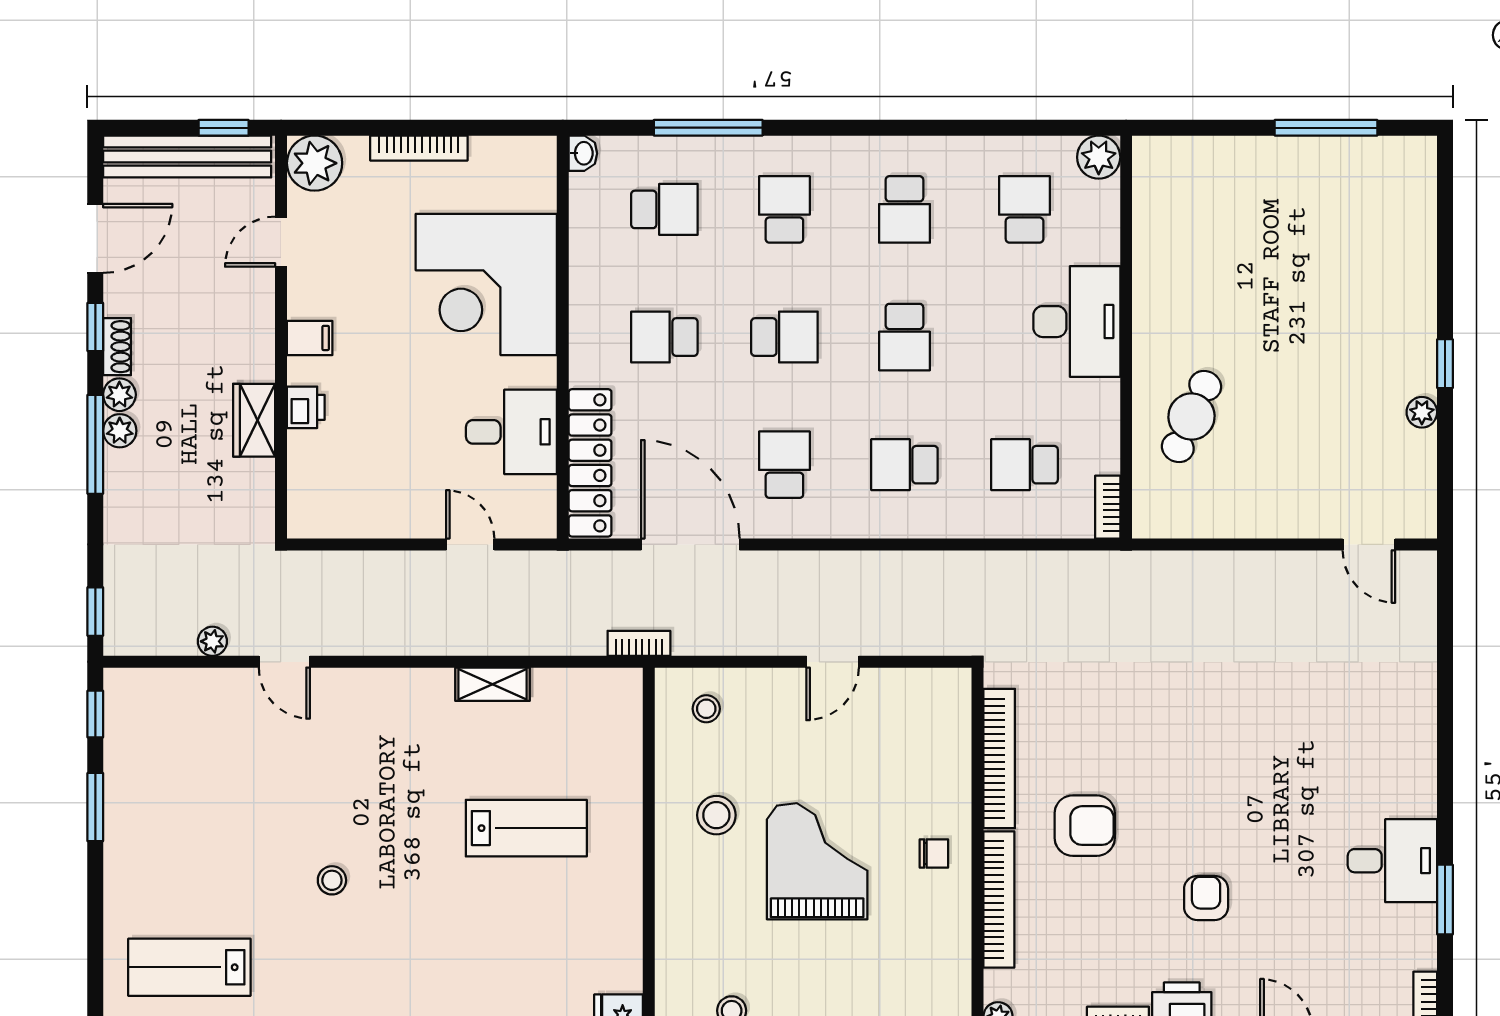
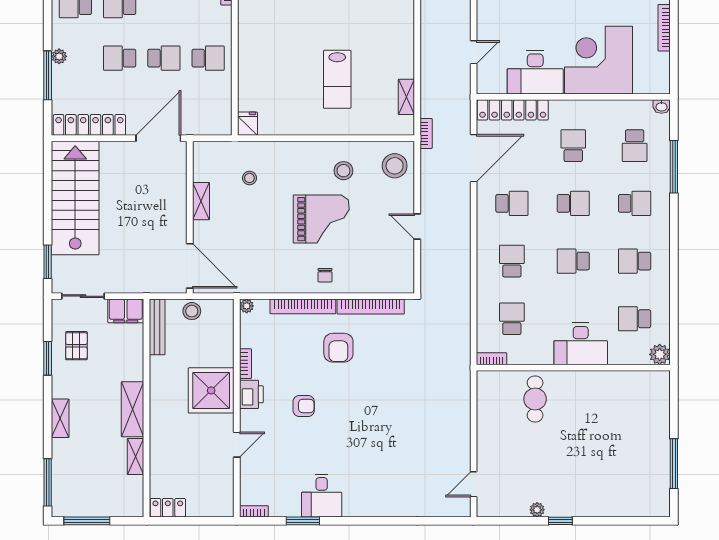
school desk: (1025, 209) -> (635, 319), turned 180
school desk: (784, 337) -> (573, 203), turned -90
cafe table: (1192, 417) -> (535, 399), turned 66
desk: (511, 432) -> (535, 72), width x1.37
shelving: (493, 684) -> (406, 97), moved
stool: (706, 709) -> (395, 166), width x1.89, depth x1.89

